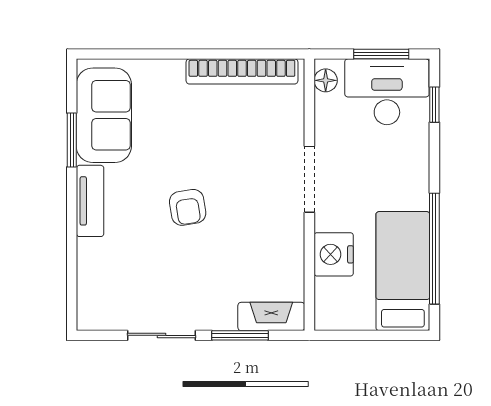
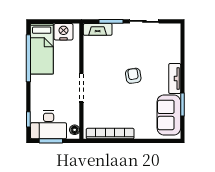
nightstand: (334, 254) -> (63, 32), moved, turned -90

